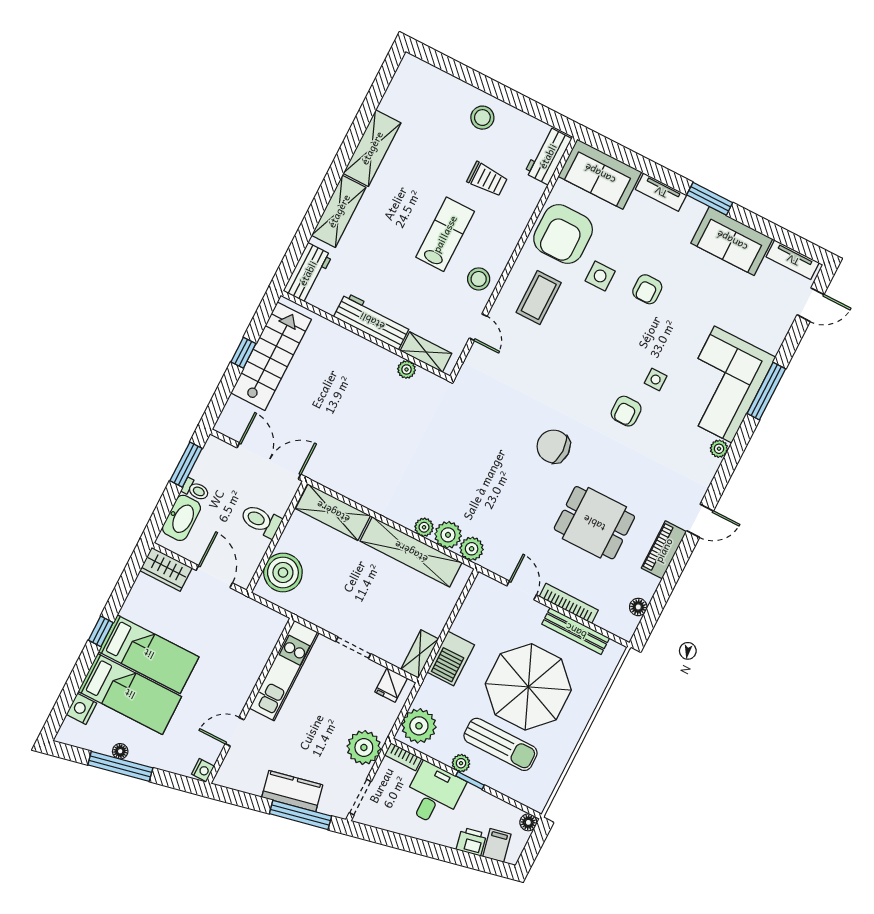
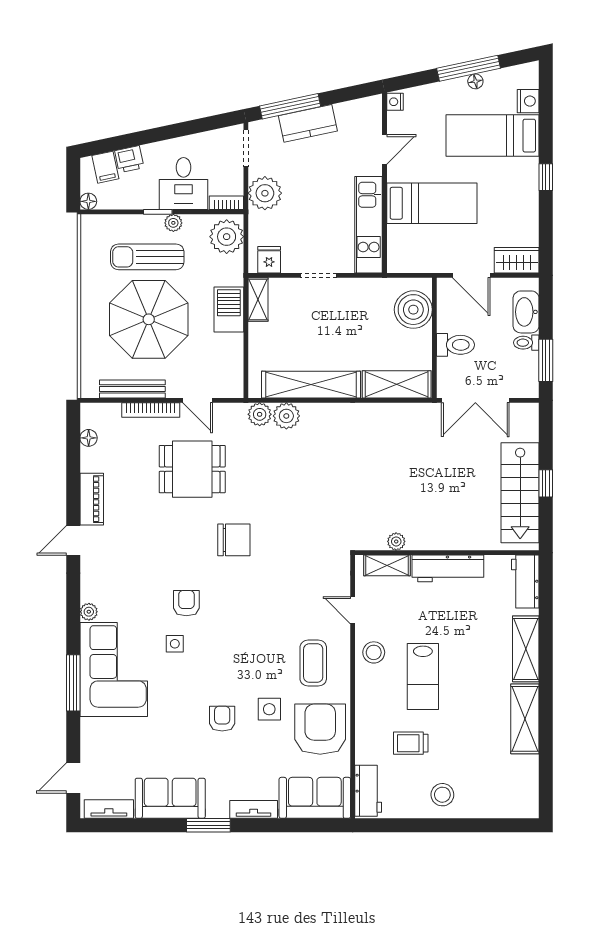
dining table: (594, 523) -> (192, 469), moved
plant: (424, 527) -> (311, 412), removed
bed: (149, 654) -> (432, 203), moved, turned 180

